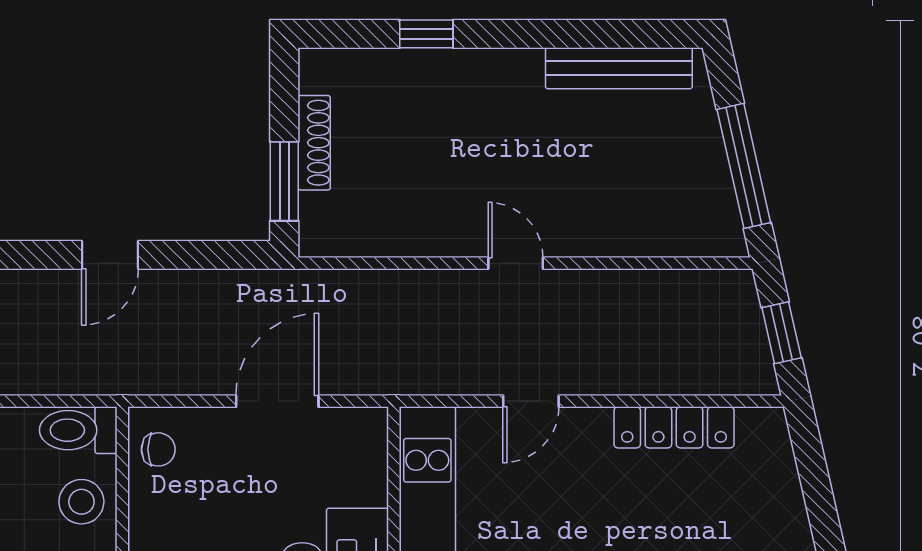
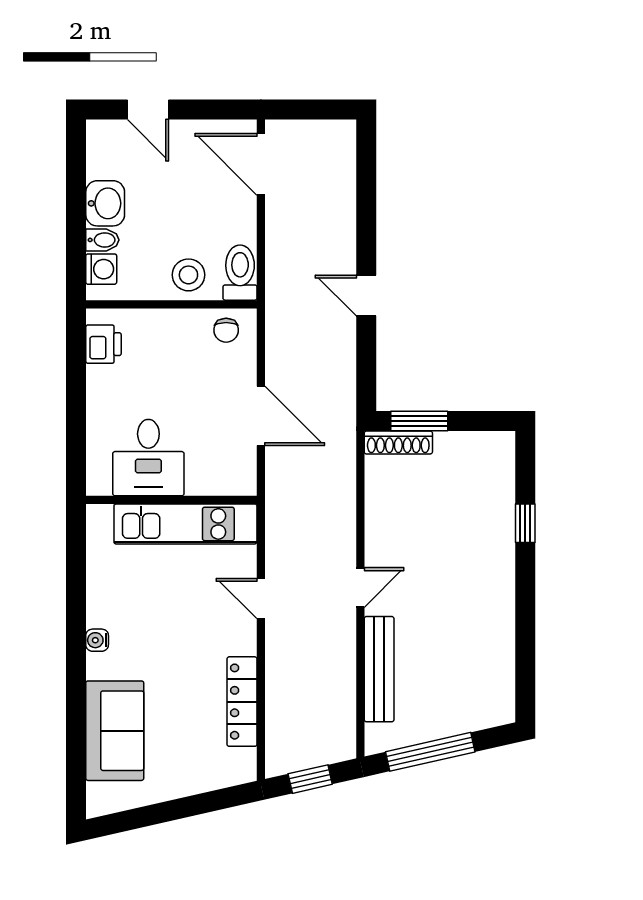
bench: (619, 68) -> (379, 669), moved
shoe rack: (314, 143) -> (398, 442), moved

